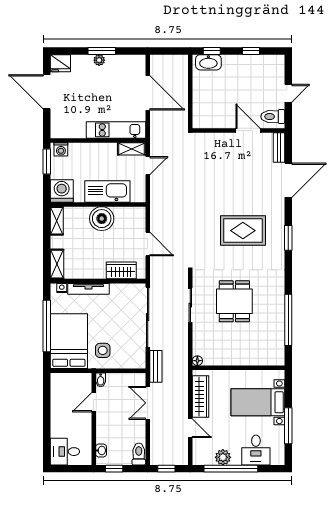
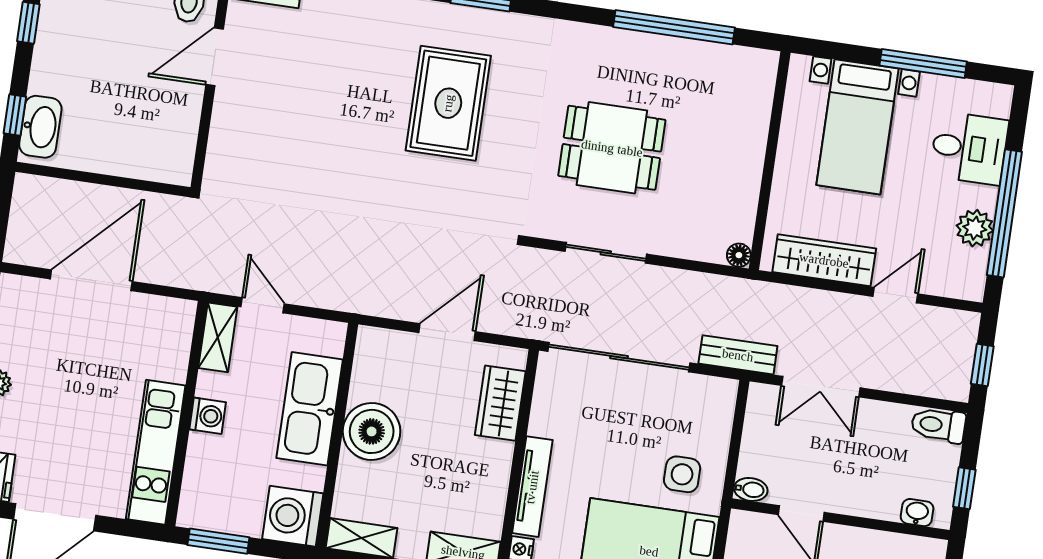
kitchen unit: (116, 130) -> (156, 452), moved
washing machine: (61, 149) -> (208, 416), moved

